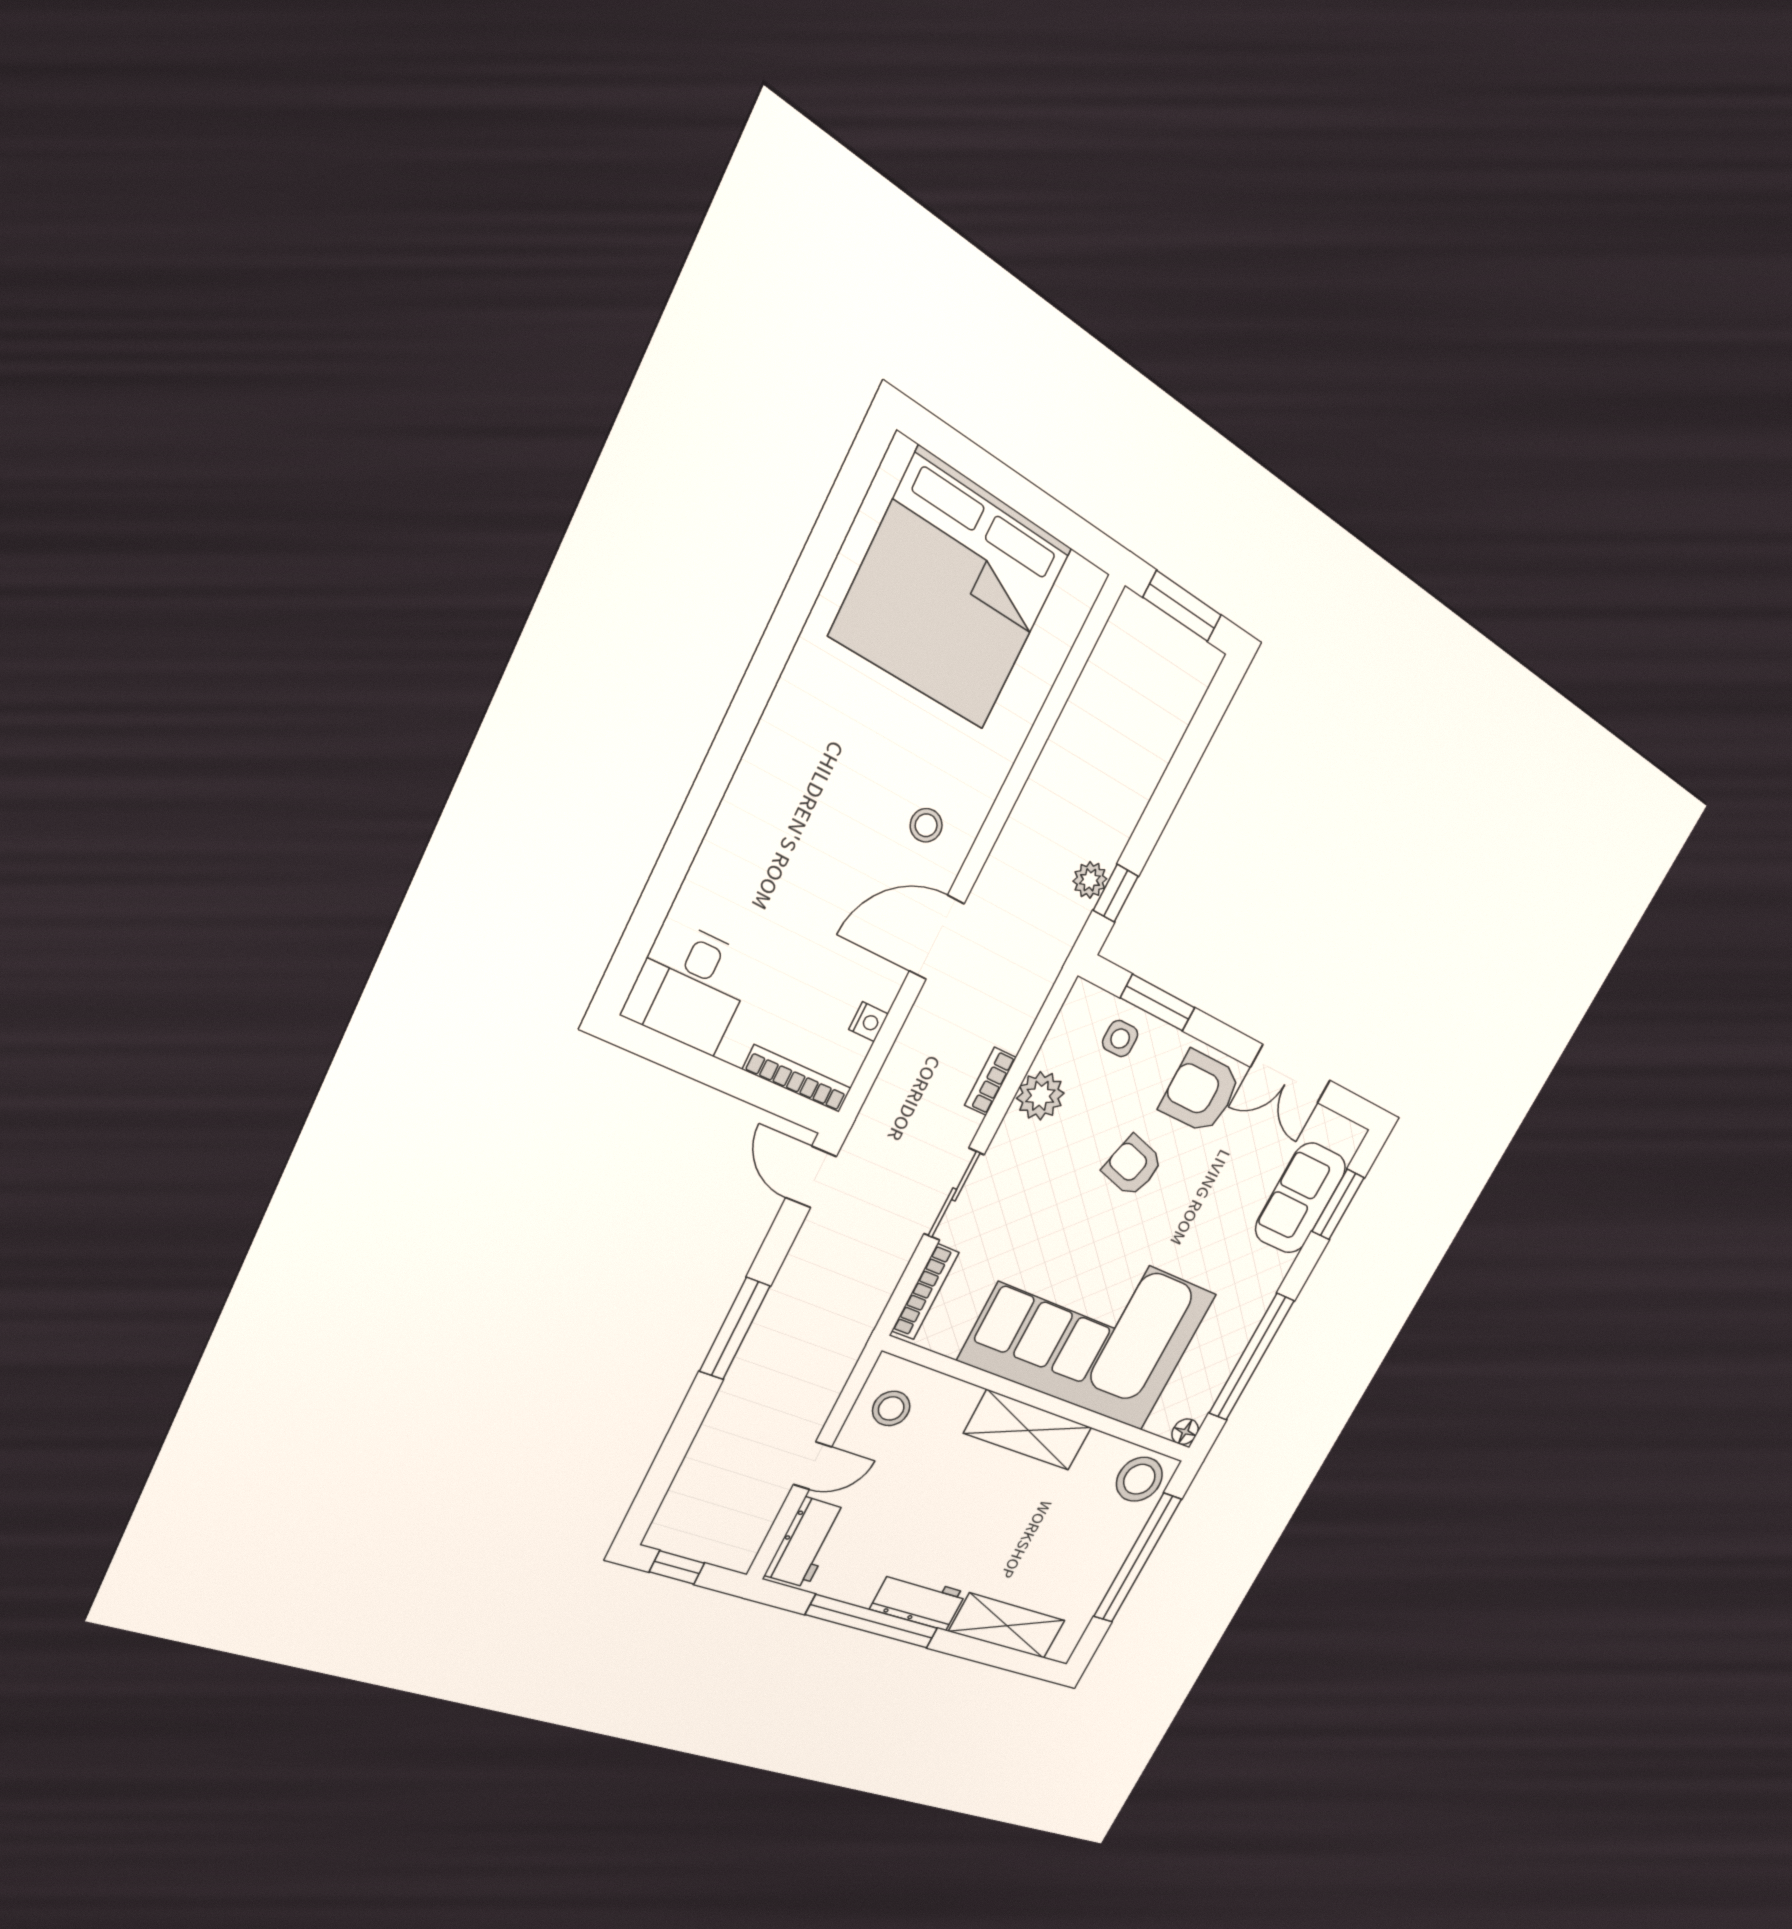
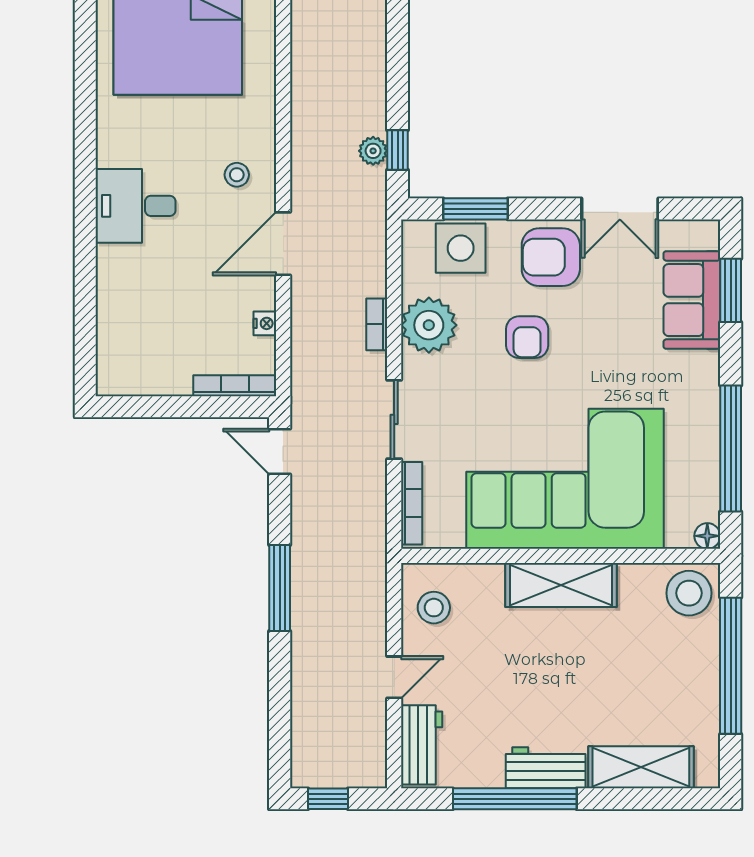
desk: (690, 987) -> (136, 206), moved, turned 90
side table: (1120, 1039) -> (461, 248), width x1.87, depth x1.87
plant: (1040, 1096) -> (429, 325), width x1.36, depth x1.36
armchair: (1133, 1166) -> (527, 337), turned -105

